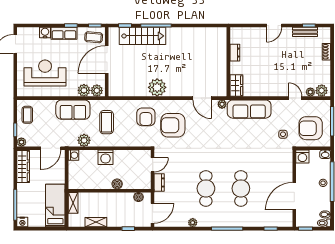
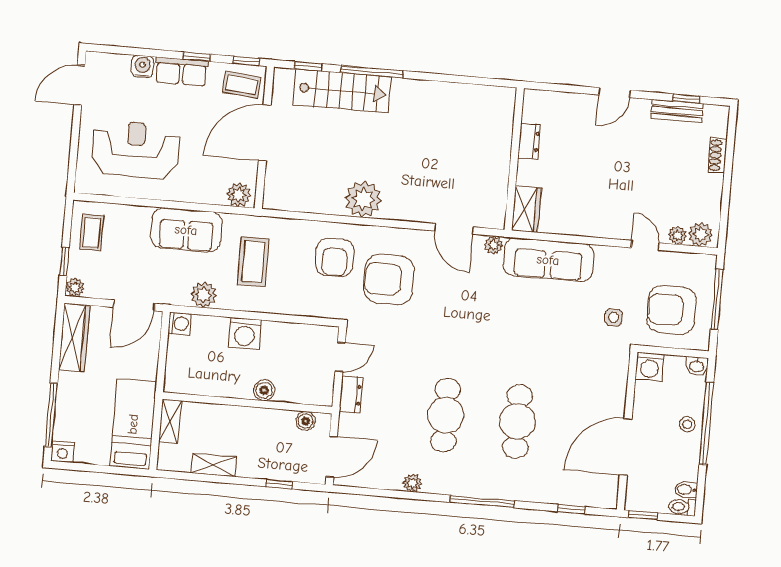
plant: (84, 90) -> (212, 192), removed

